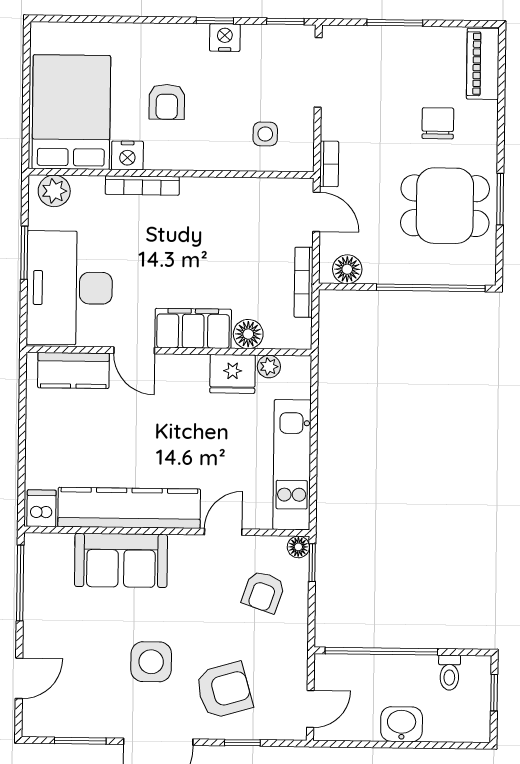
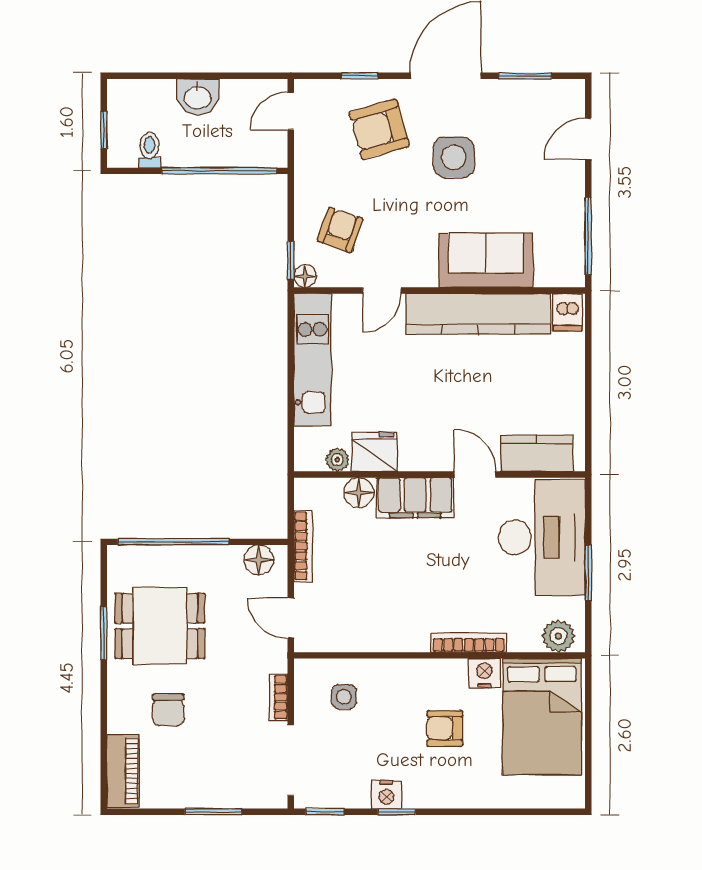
armchair: (167, 102) -> (445, 728), turned -90
bookcase: (329, 164) -> (278, 697), moved

